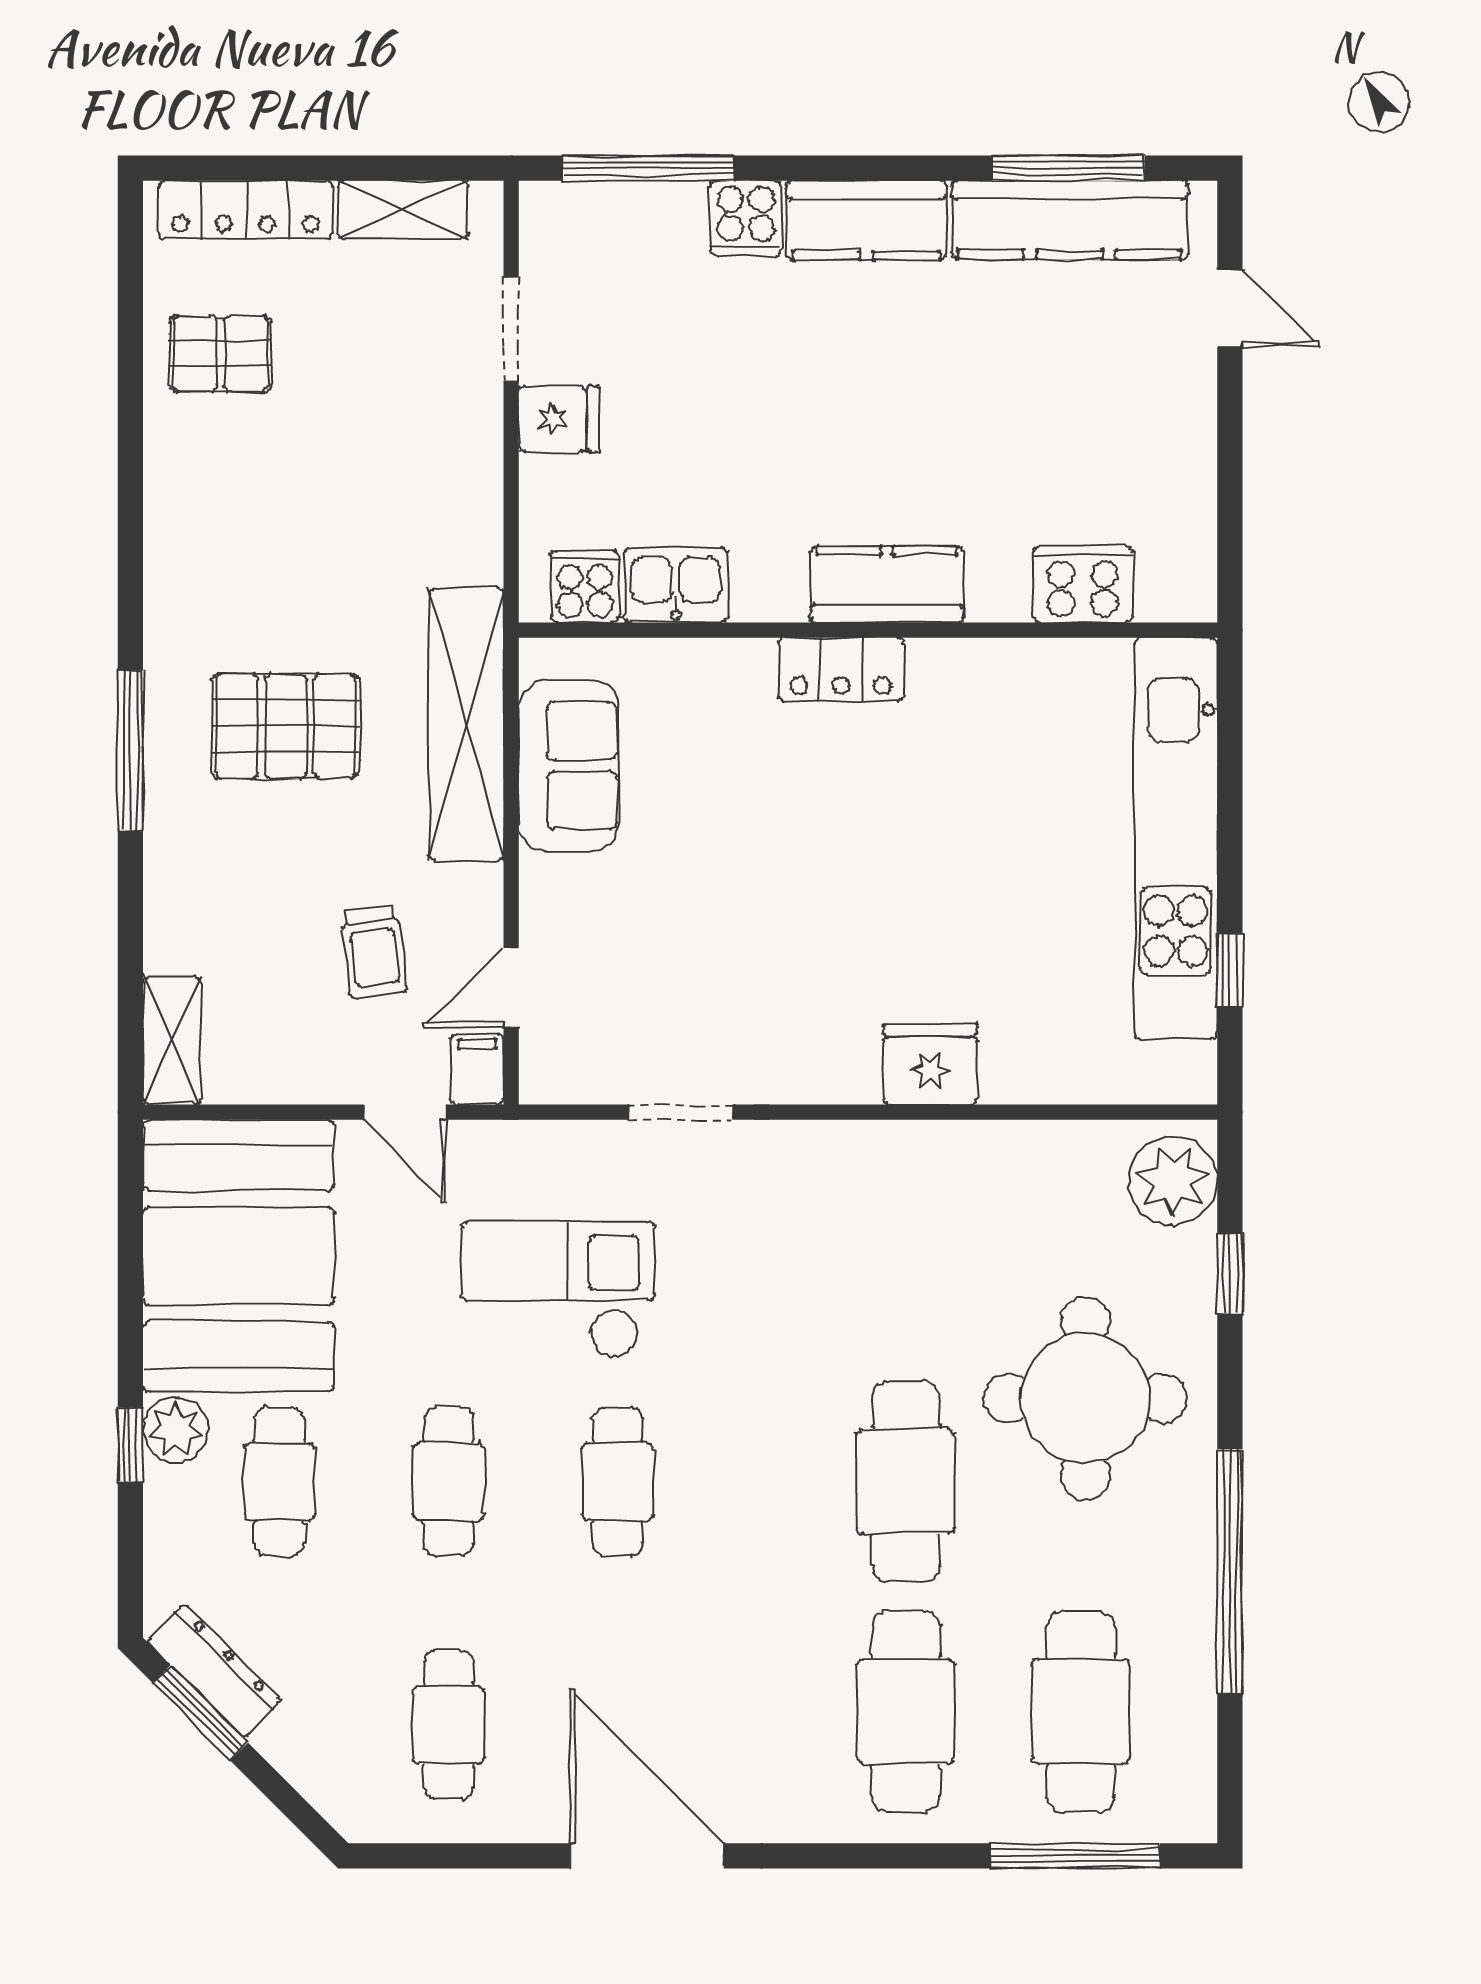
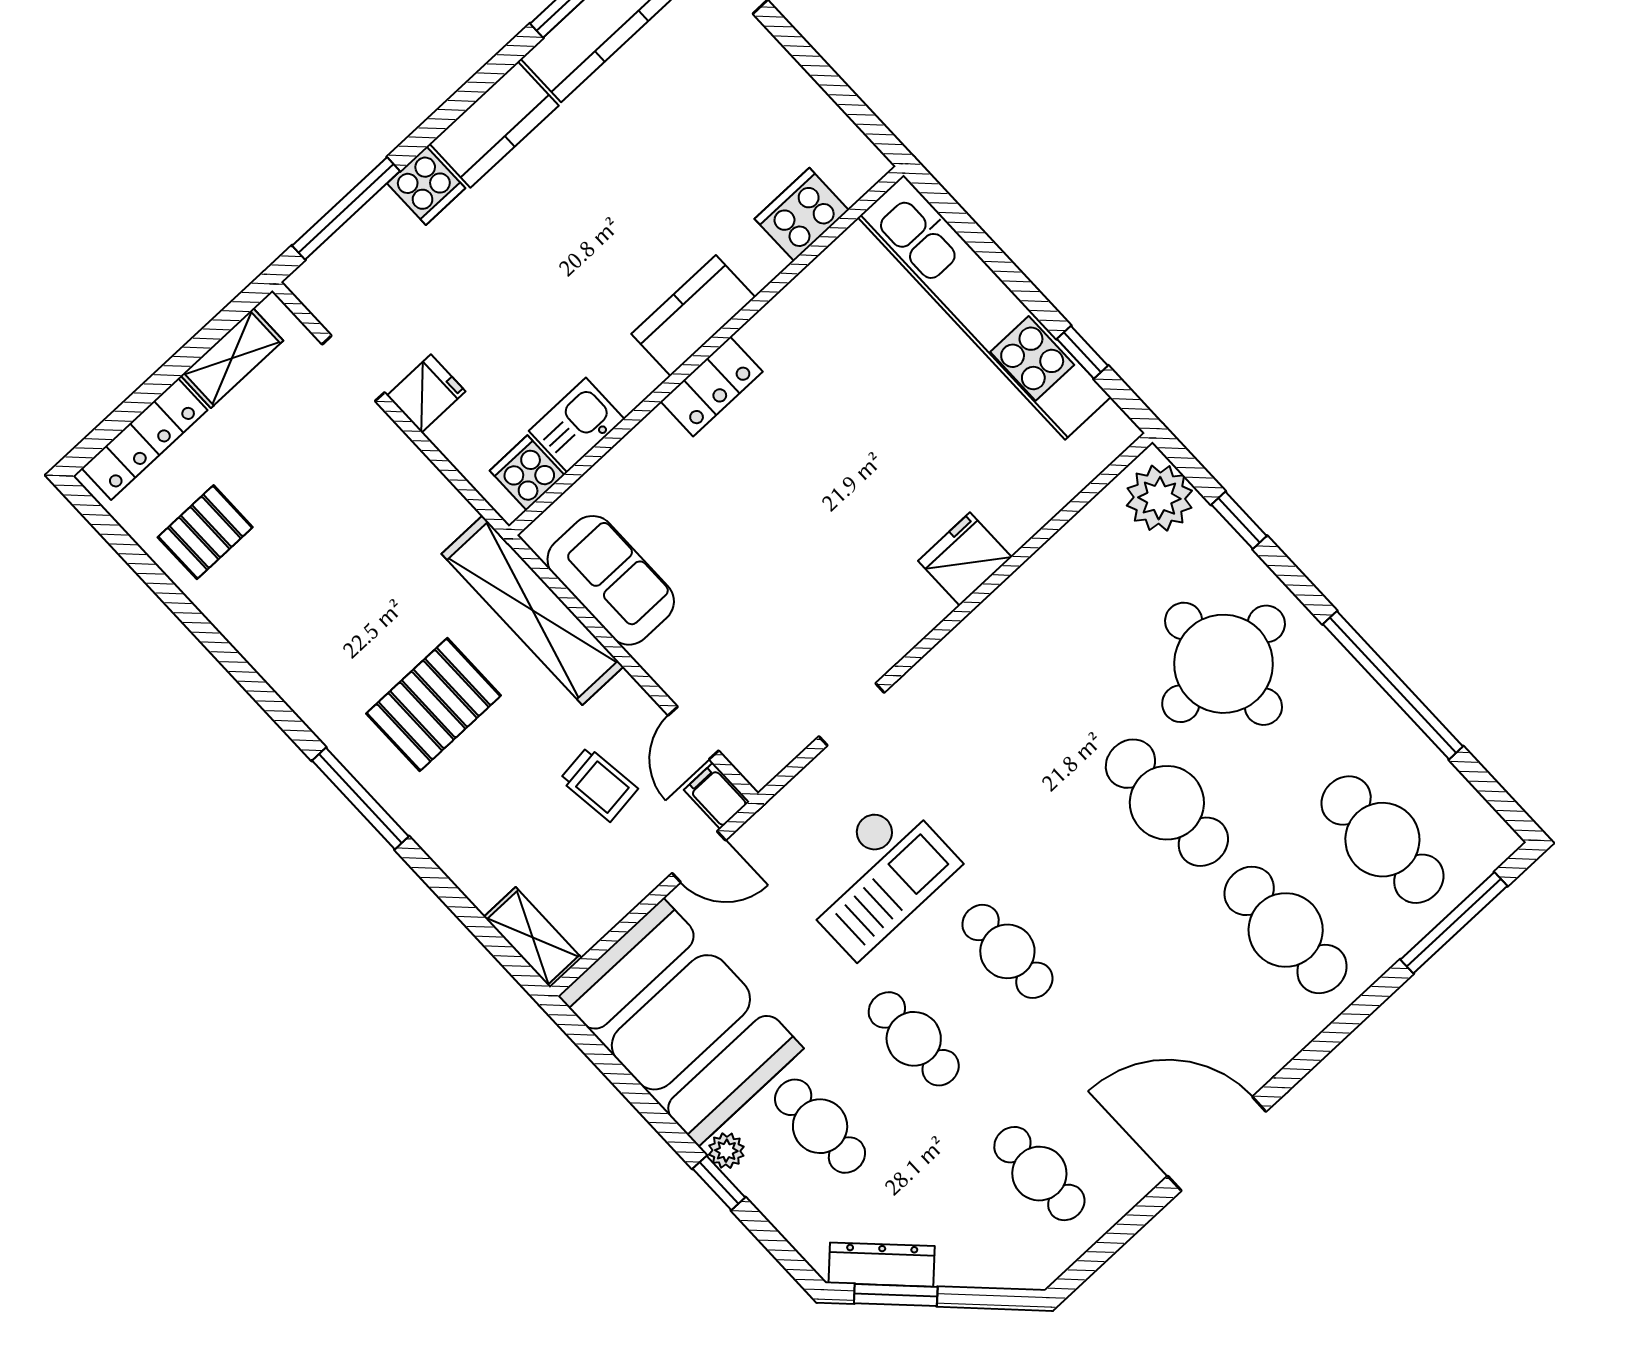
checkout: (558, 1290) -> (875, 876), turned 180
plant: (176, 1430) -> (726, 1151), width x0.73, depth x0.73

